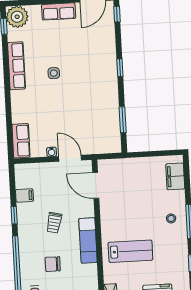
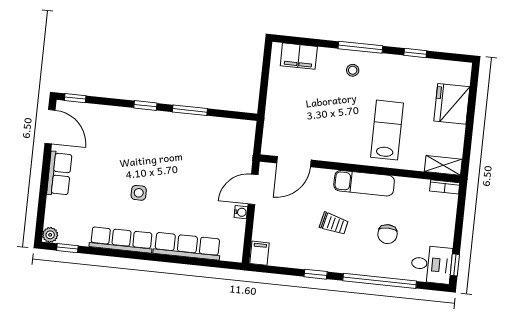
plant: (17, 17) -> (50, 235), width x0.53, depth x0.53
window: (123, 120) -> (190, 110), moved
row of seats: (21, 141) -> (187, 246), moved, width x1.48
filing cabinet: (24, 195) -> (260, 253), moved

